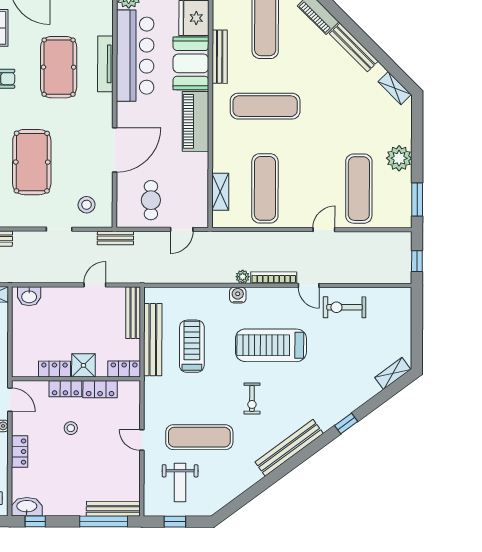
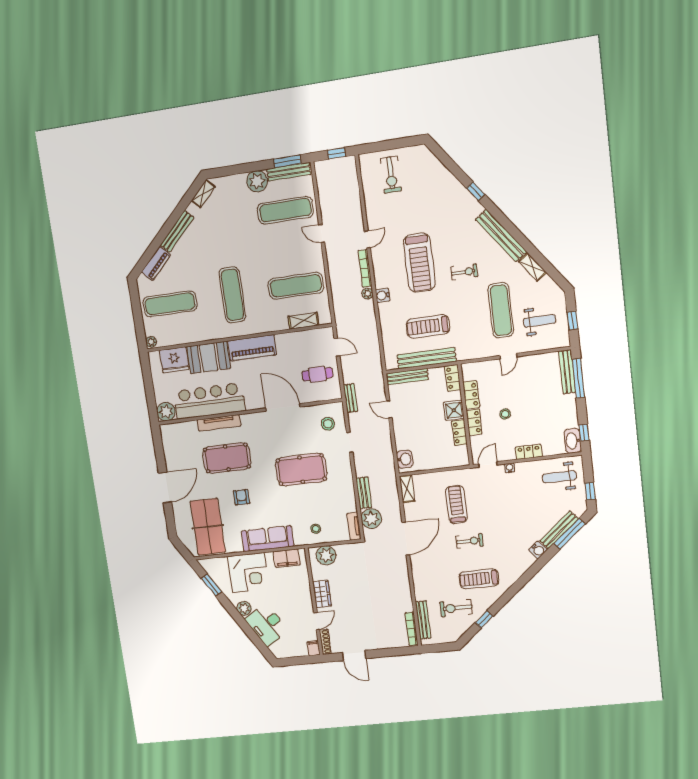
bench: (220, 57) -> (289, 172), moved
exercise bike: (344, 307) -> (391, 175), moved
shelving: (393, 373) -> (532, 267), moved

